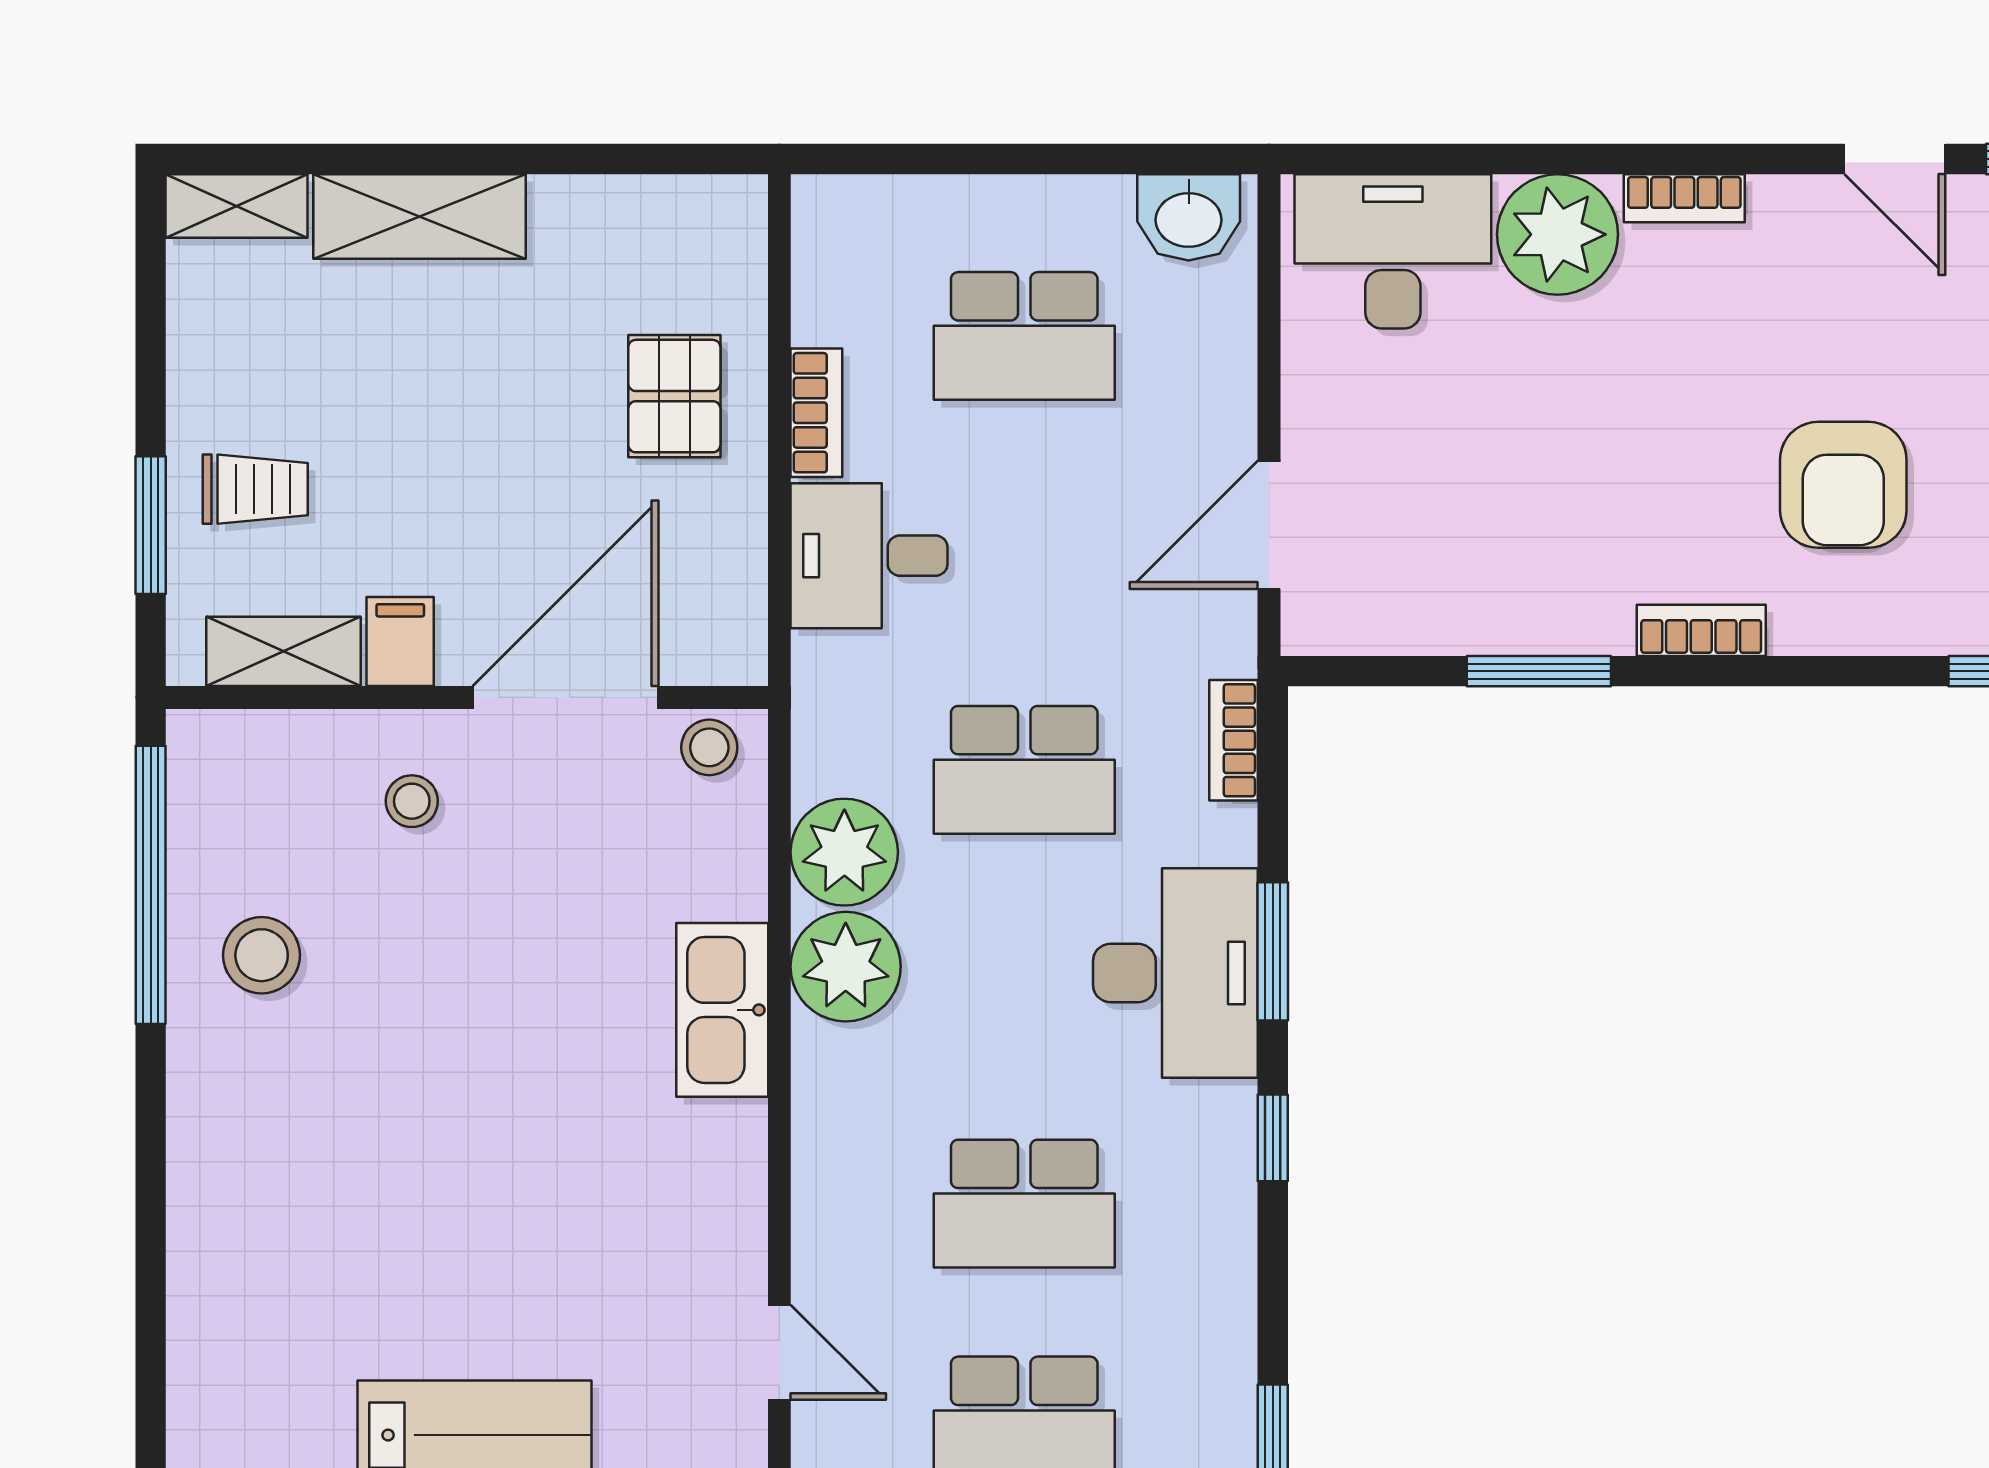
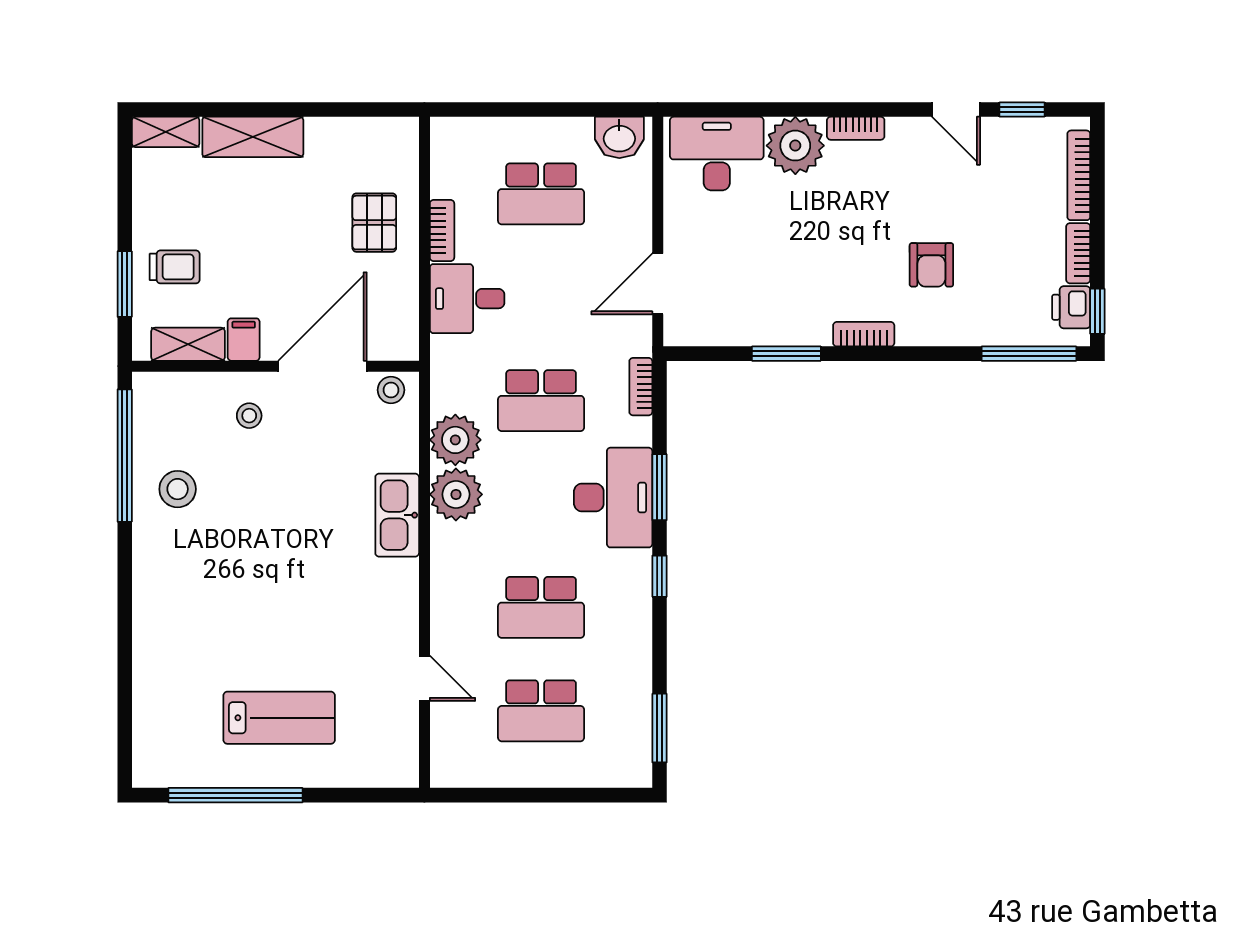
armchair: (1843, 485) -> (931, 265), width x0.72, depth x0.72

